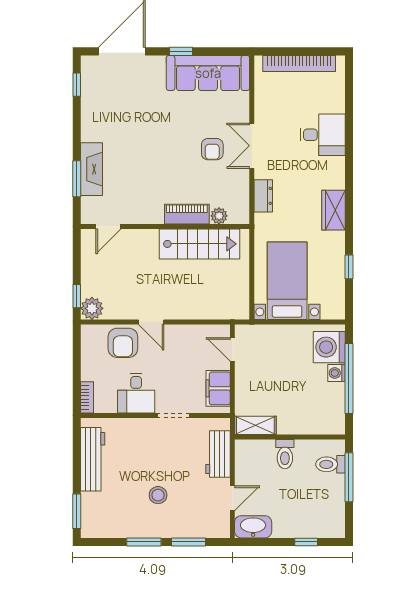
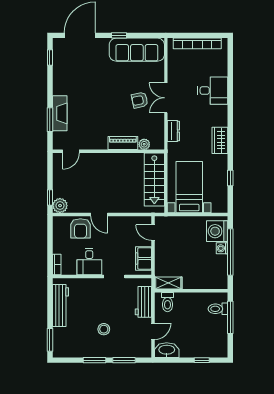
armchair: (212, 149) -> (140, 100), turned 78
stairs: (199, 244) -> (154, 179), moved, turned 90
toilet: (285, 454) -> (168, 302), moved

